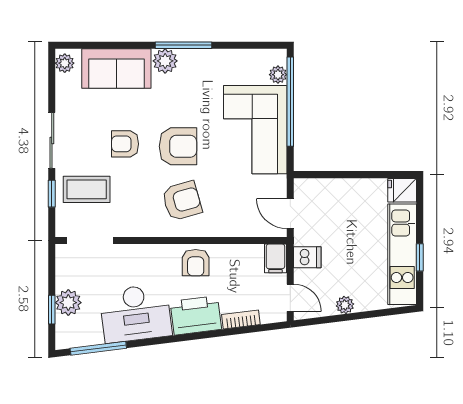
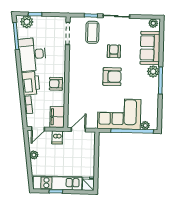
armchair: (178, 146) -> (112, 77), turned -90
armchair: (182, 201) -> (86, 78), removed
filing cabinet: (275, 258) -> (57, 117), width x2.00
plant: (68, 303) -> (27, 22), moved

